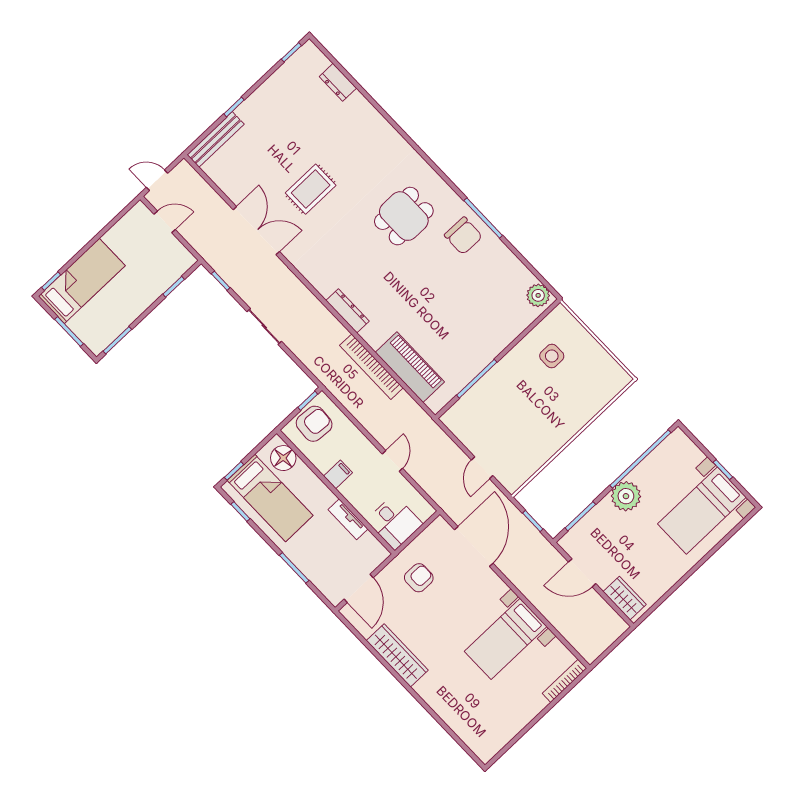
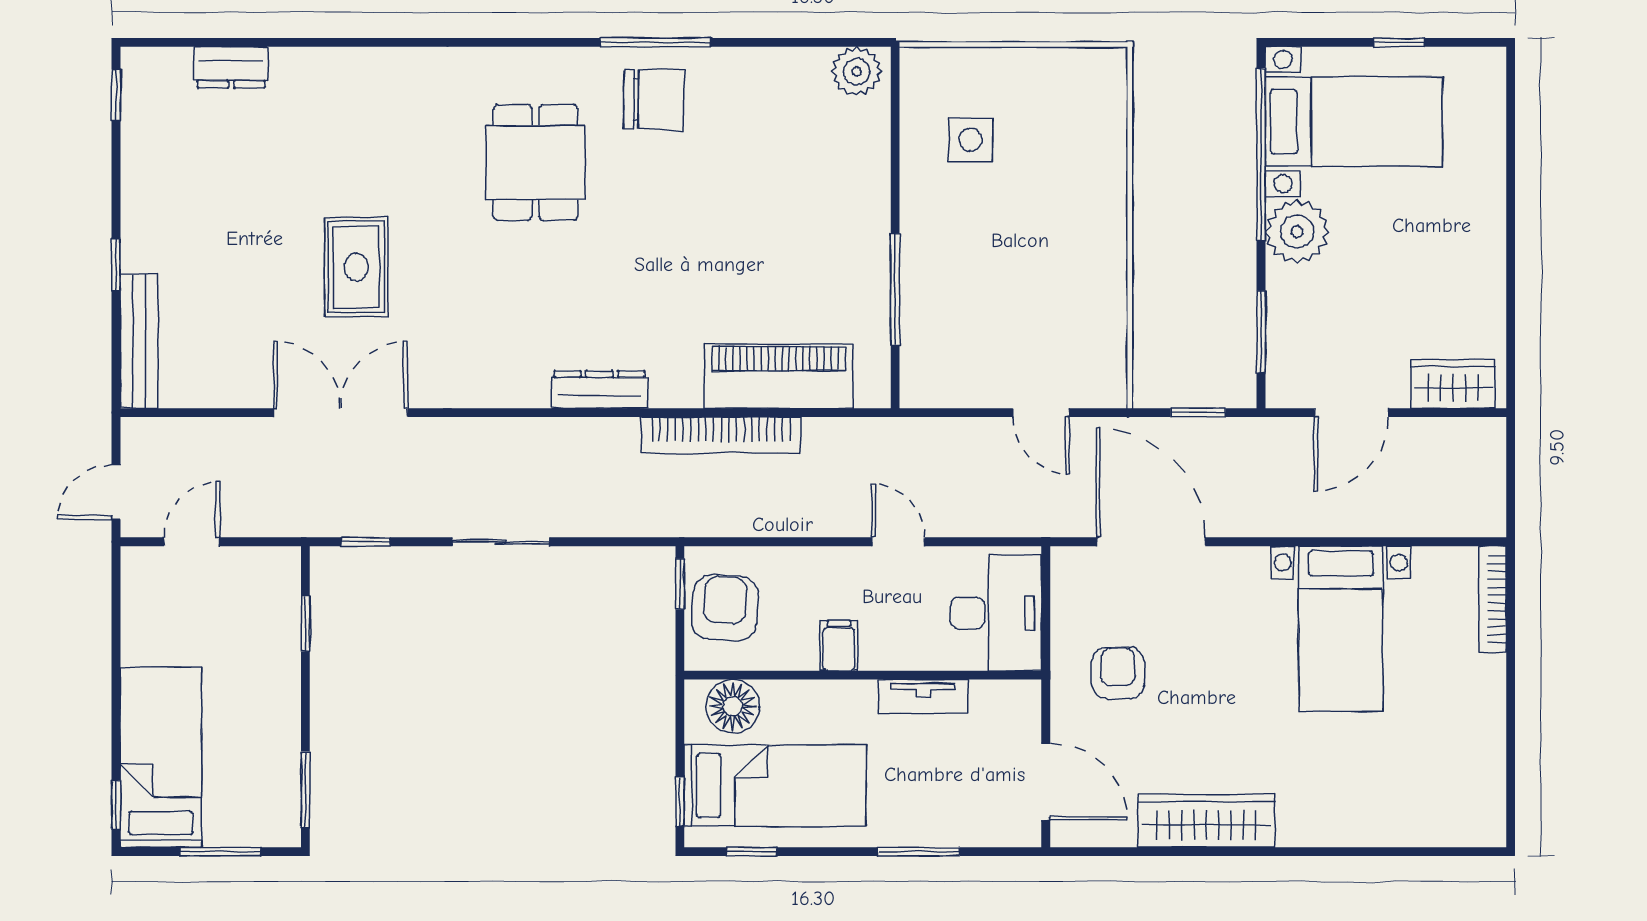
bed with nightstands: (702, 511) -> (1354, 122), moved, turned -90
desk: (394, 522) -> (996, 613), width x1.37

